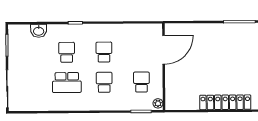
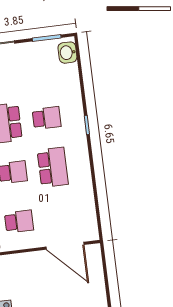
washbasin: (39, 31) -> (67, 53), moved
school desk: (104, 52) -> (53, 167), width x1.85

